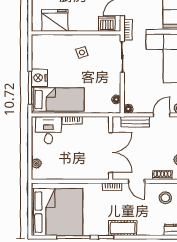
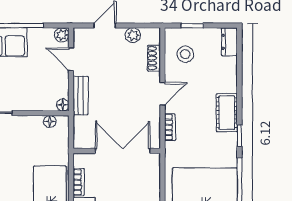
wall: (111, 148) -> (117, 151), moved
double door: (111, 152) -> (123, 151), moved

